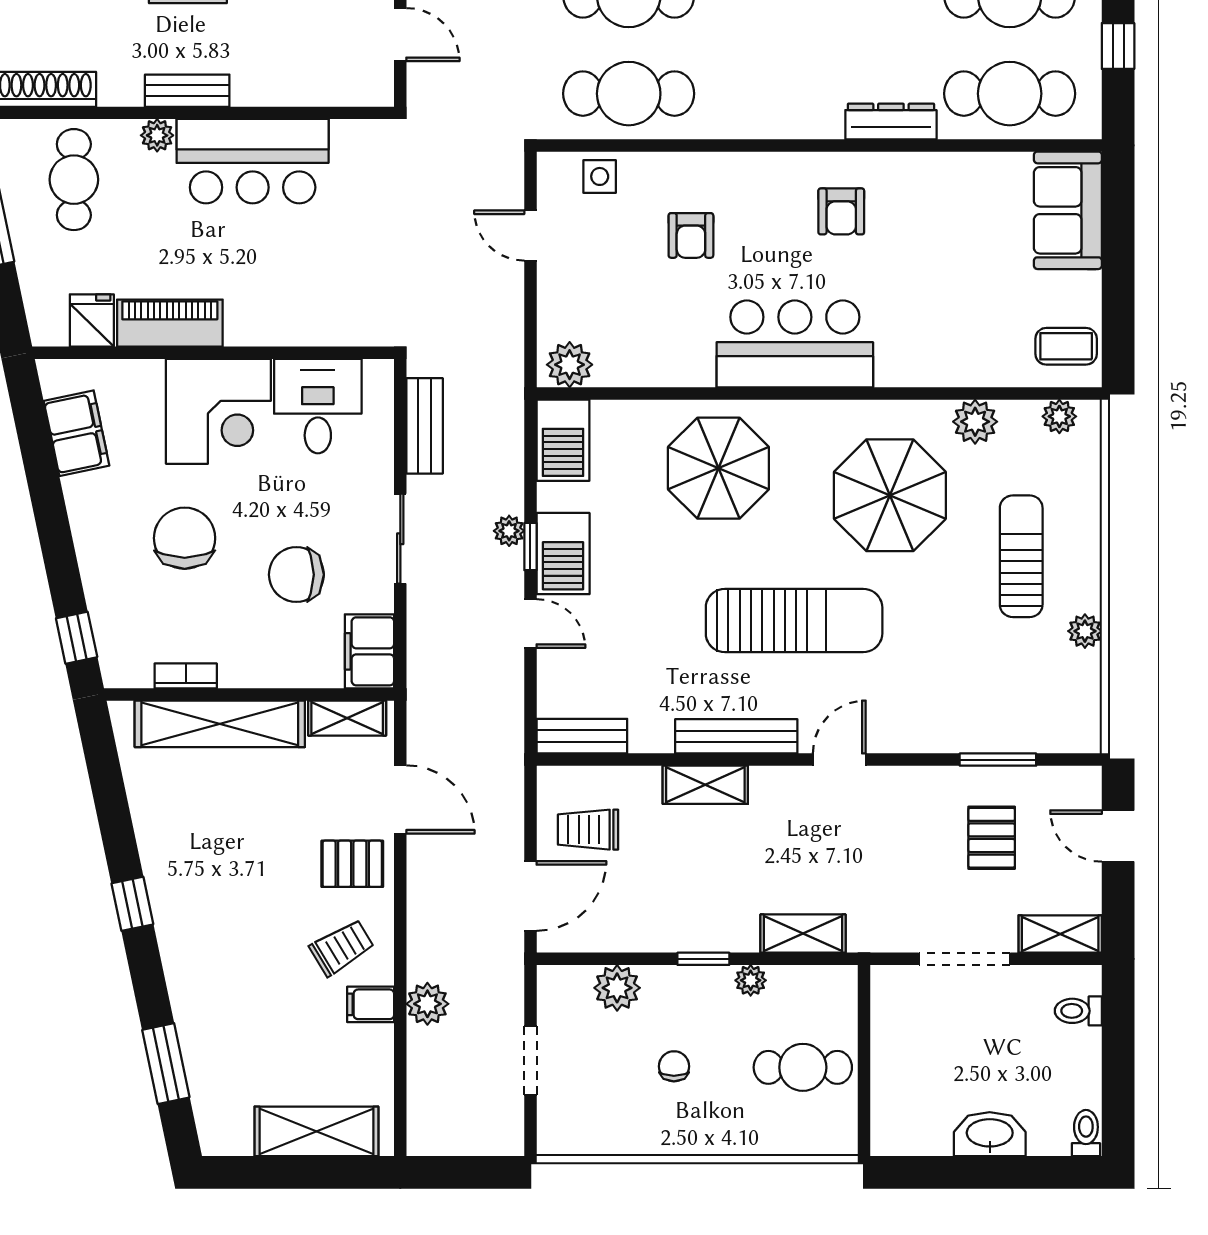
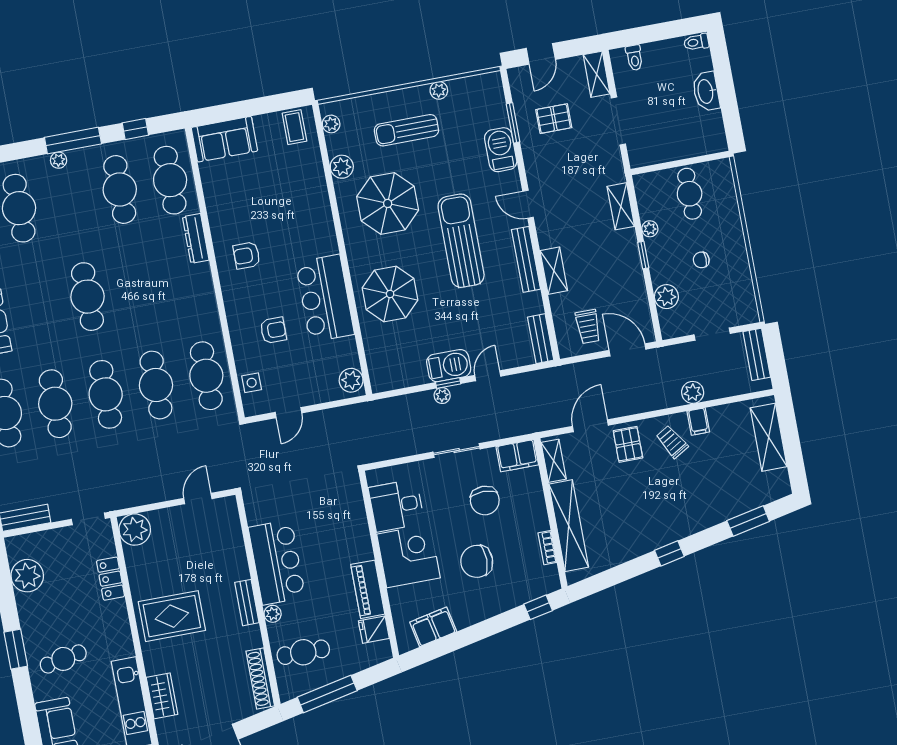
armchair: (841, 211) -> (247, 255), turned 180
bar counter: (795, 344) -> (325, 298), moved
bench: (425, 426) -> (757, 354), moved, turned 90
barbecue: (563, 440) -> (501, 150), moved, turned -90

